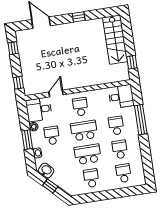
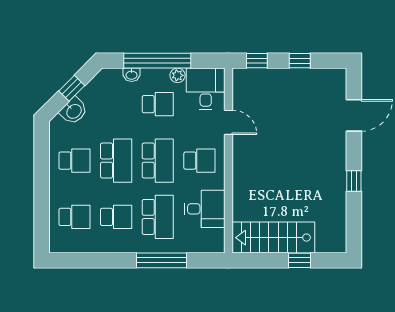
stairs: (115, 40) -> (273, 238), moved
window: (13, 48) -> (300, 61), moved
window: (132, 62) -> (300, 260), moved
desk: (121, 97) -> (205, 209), moved, turned -90
school desk: (116, 126) -> (158, 217), width x1.85
window: (27, 140) -> (157, 61), width x2.11
washbasin: (46, 170) -> (74, 111), moved

